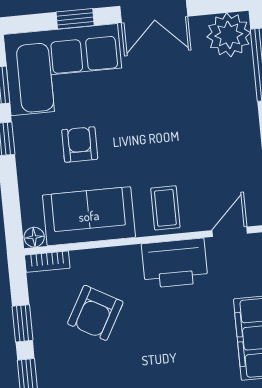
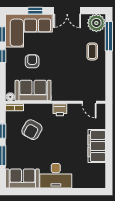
coffee table: (165, 208) -> (92, 51), moved
door: (230, 232) -> (89, 102), swing flipped
printer: (175, 263) -> (60, 110), width x0.53, depth x0.68

